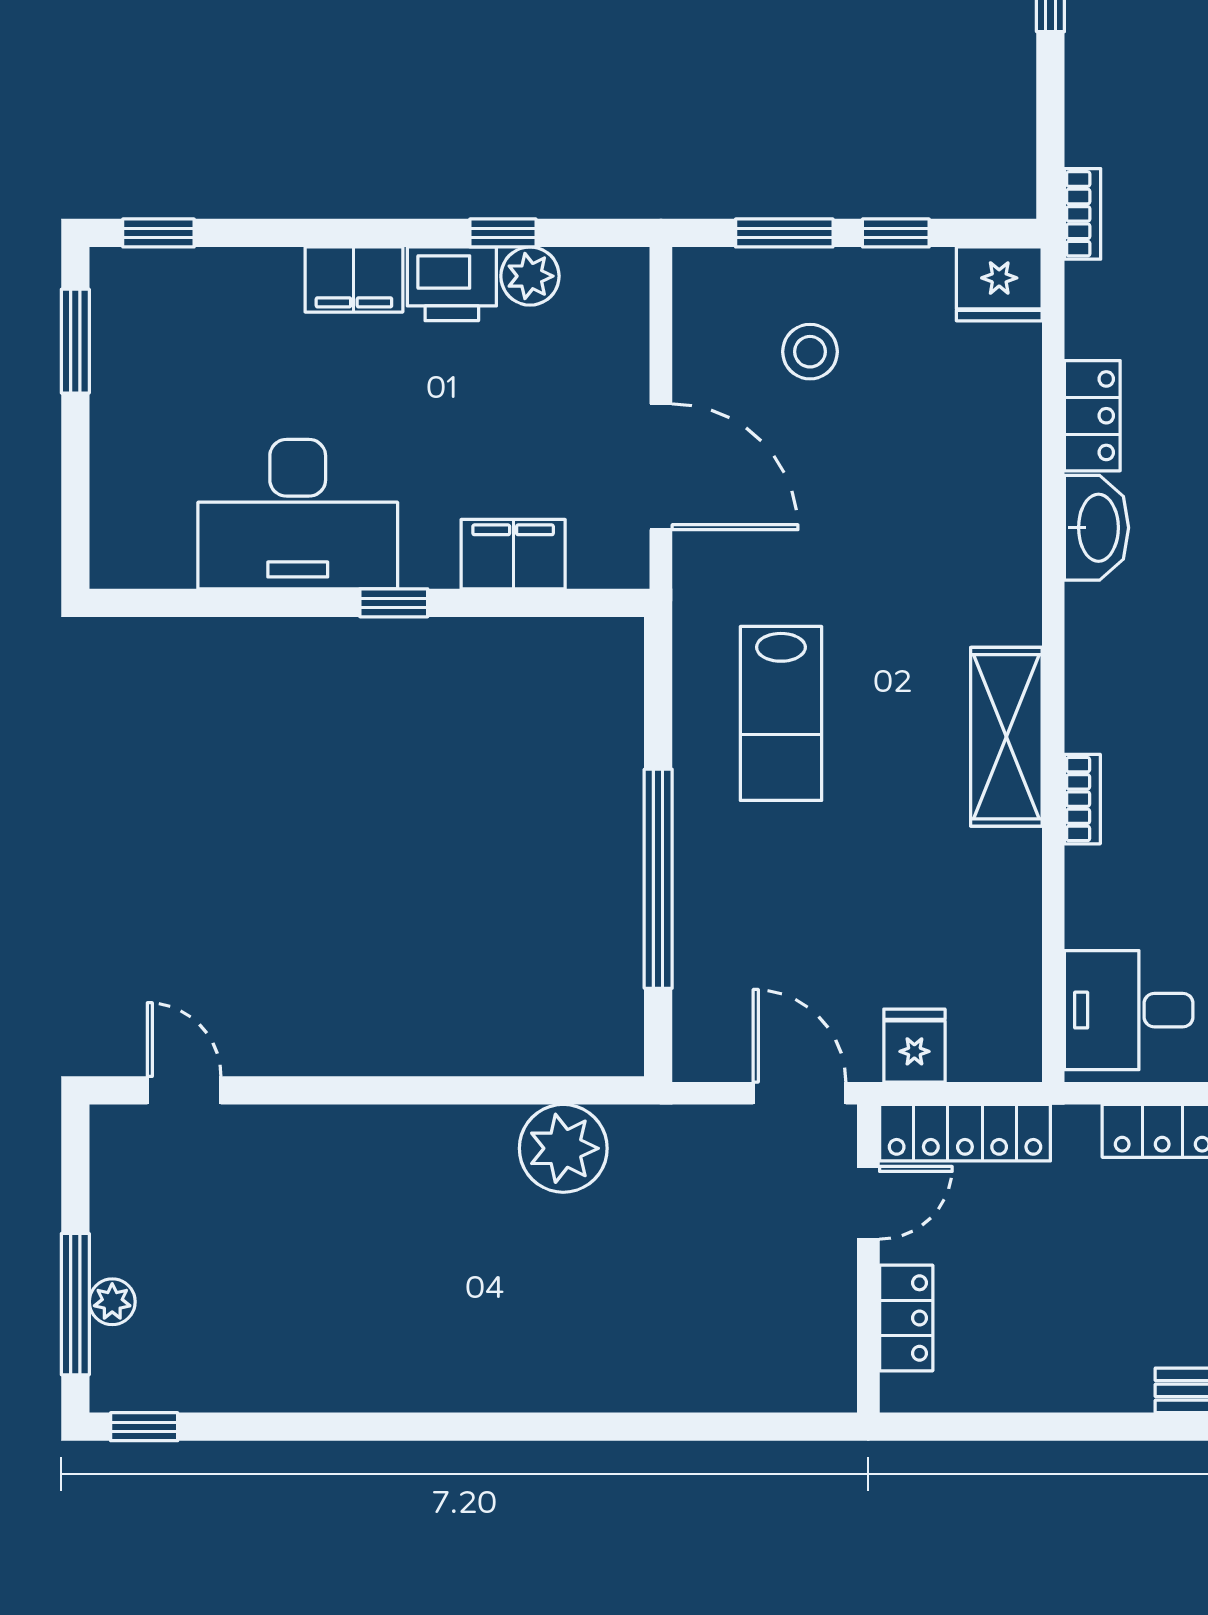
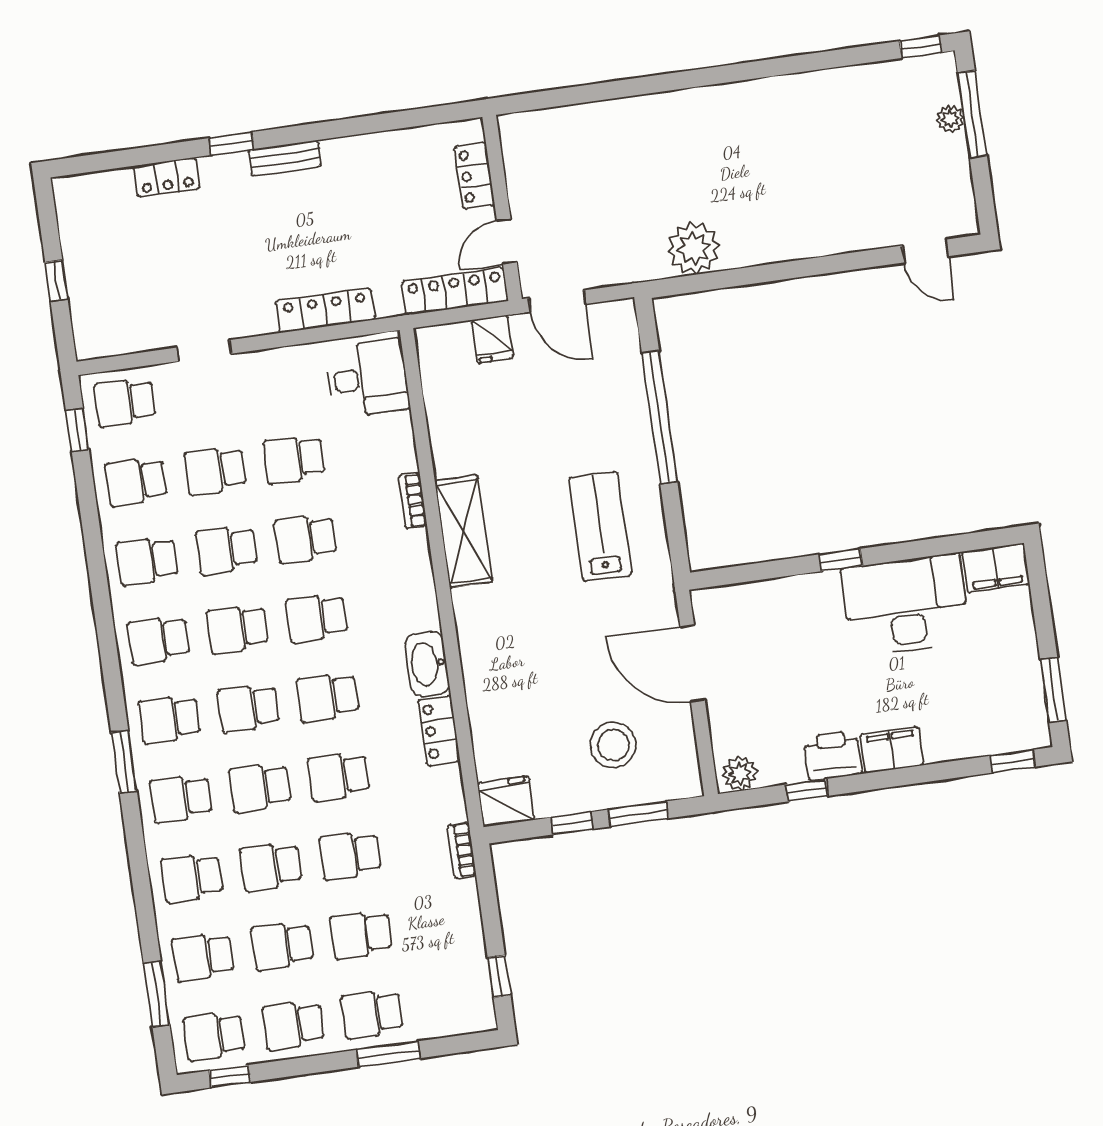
plant: (530, 276) -> (740, 773), moved
stool: (810, 352) -> (613, 745), width x1.38, depth x1.38
filing cabinet: (513, 554) -> (996, 568), moved

